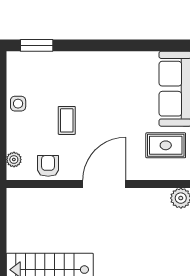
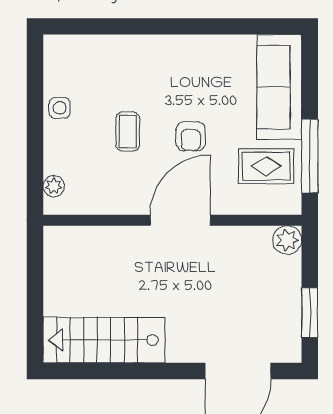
window: (37, 45) -> (86, 26), removed
armchair: (48, 166) -> (191, 136), moved, turned 180

